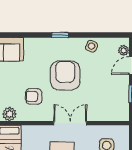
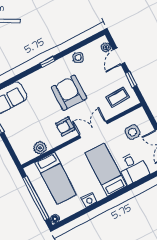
armchair: (34, 96) -> (65, 126), moved
coffee table: (110, 104) -> (118, 97), added

